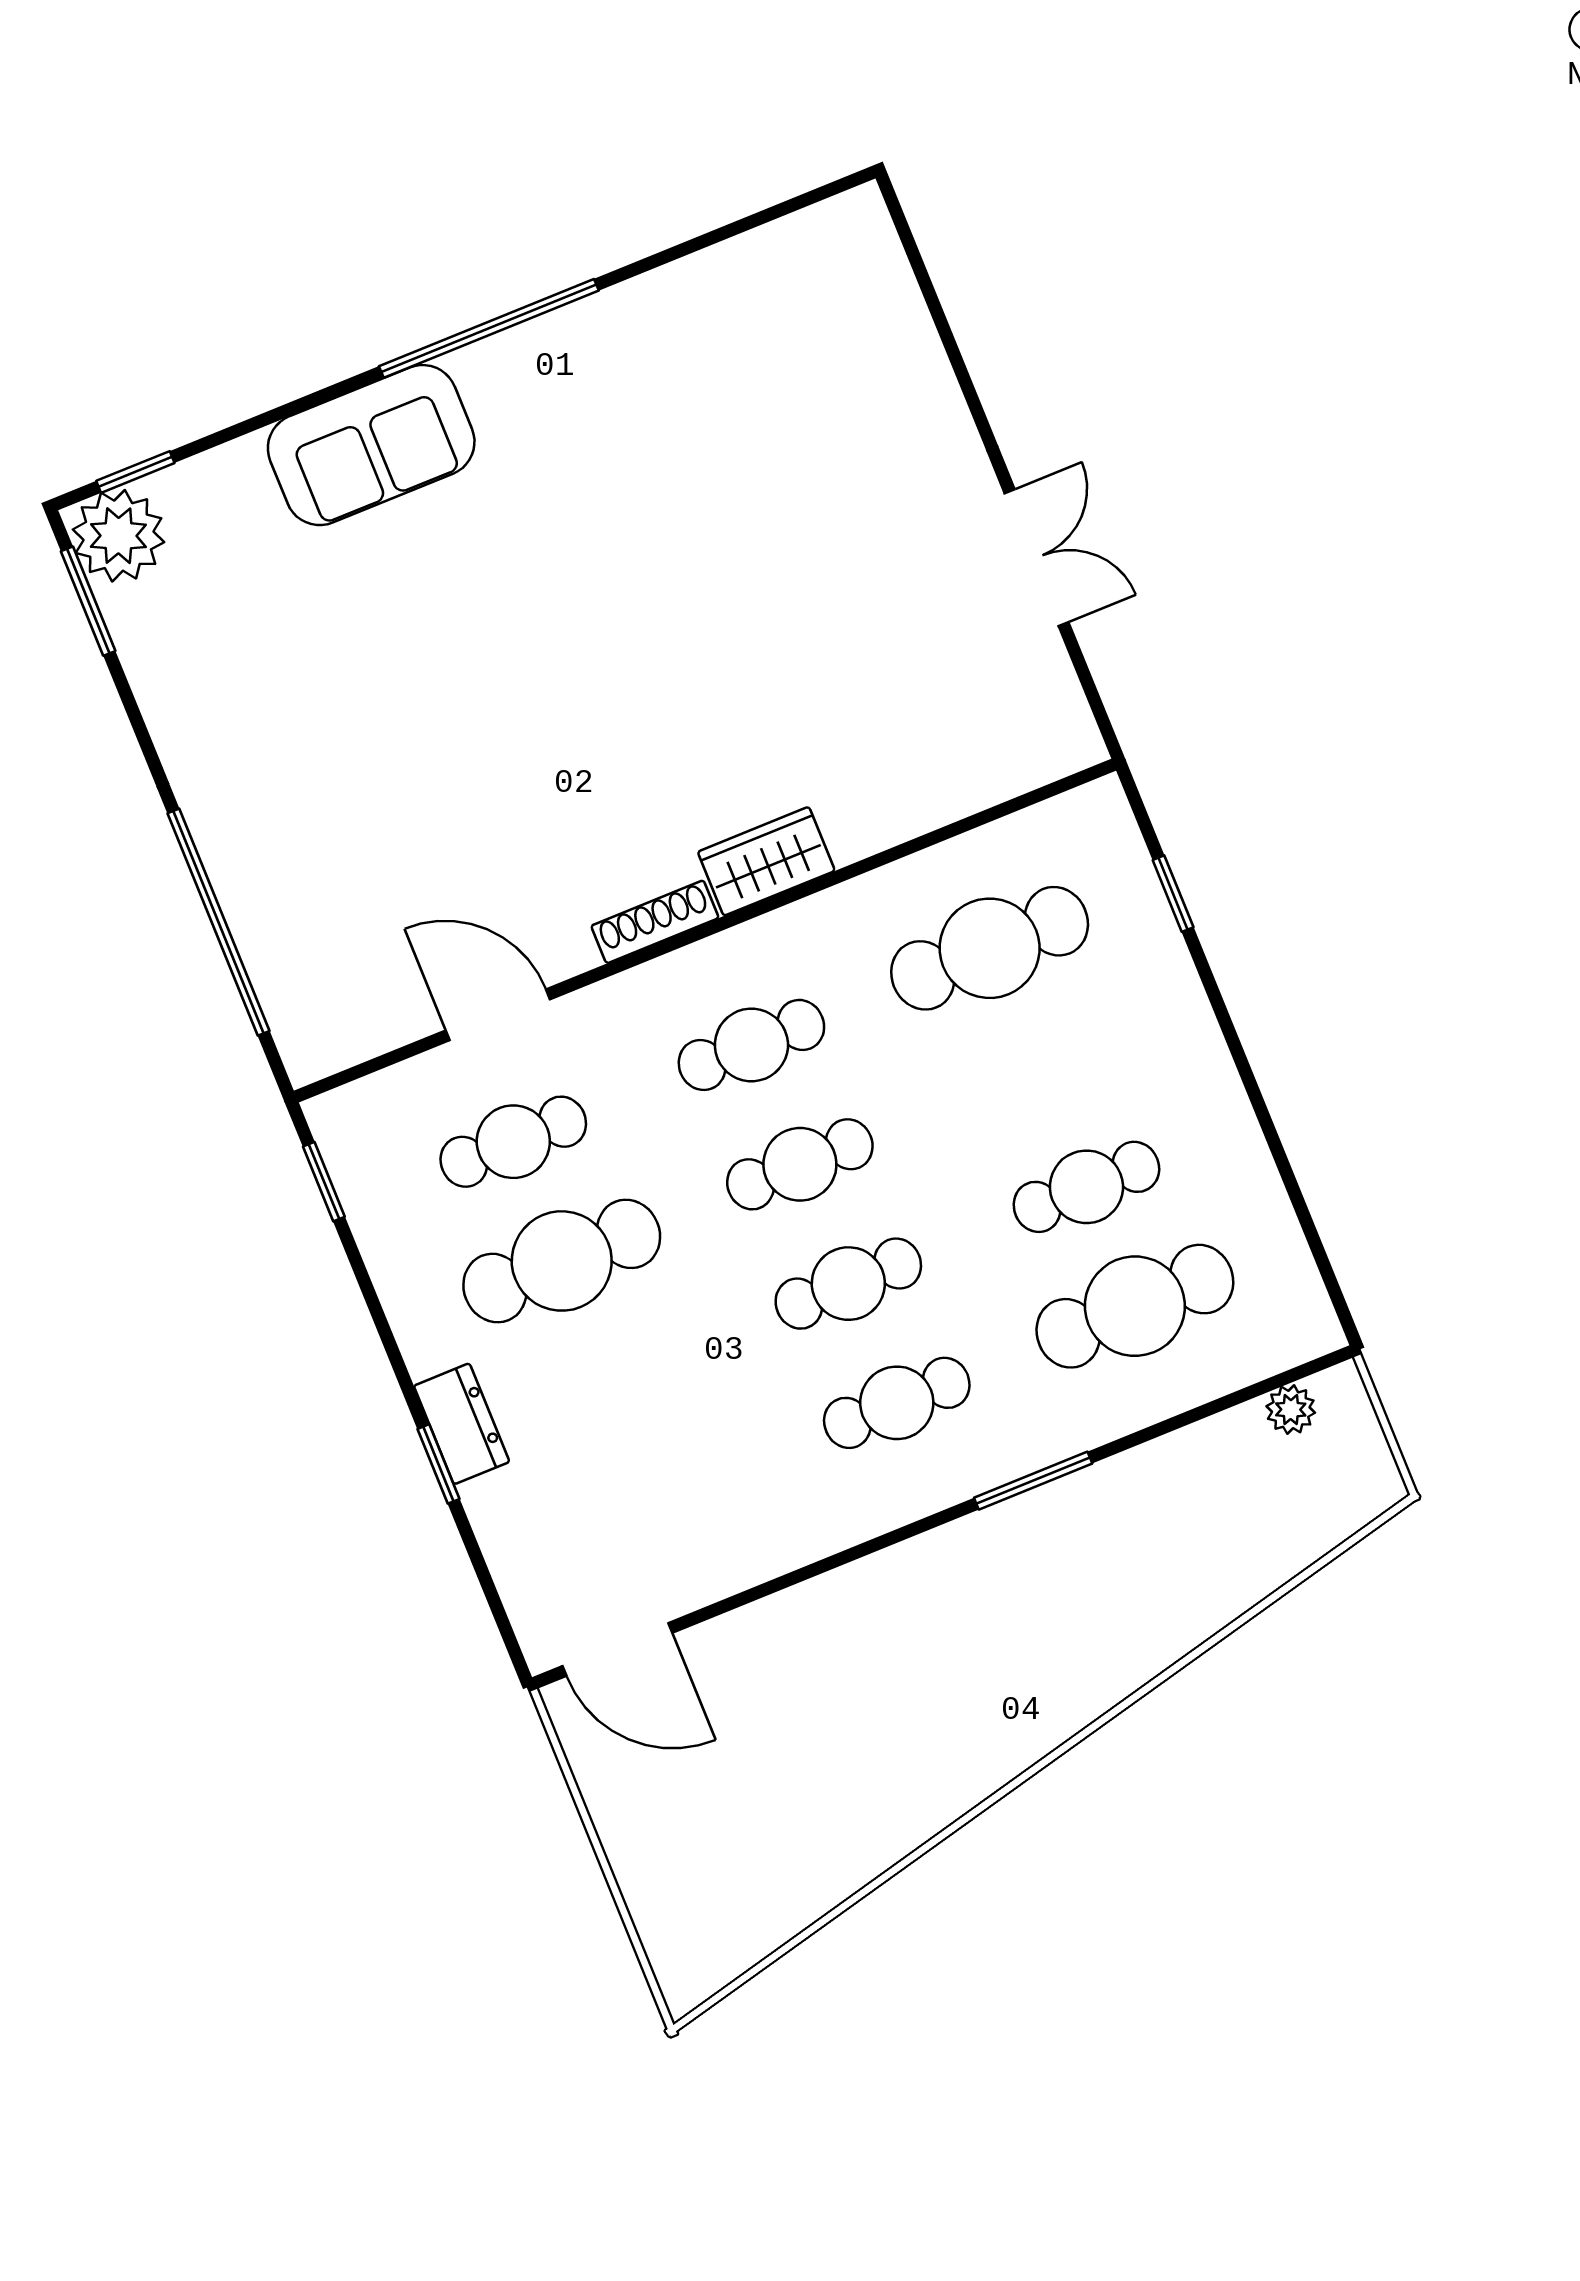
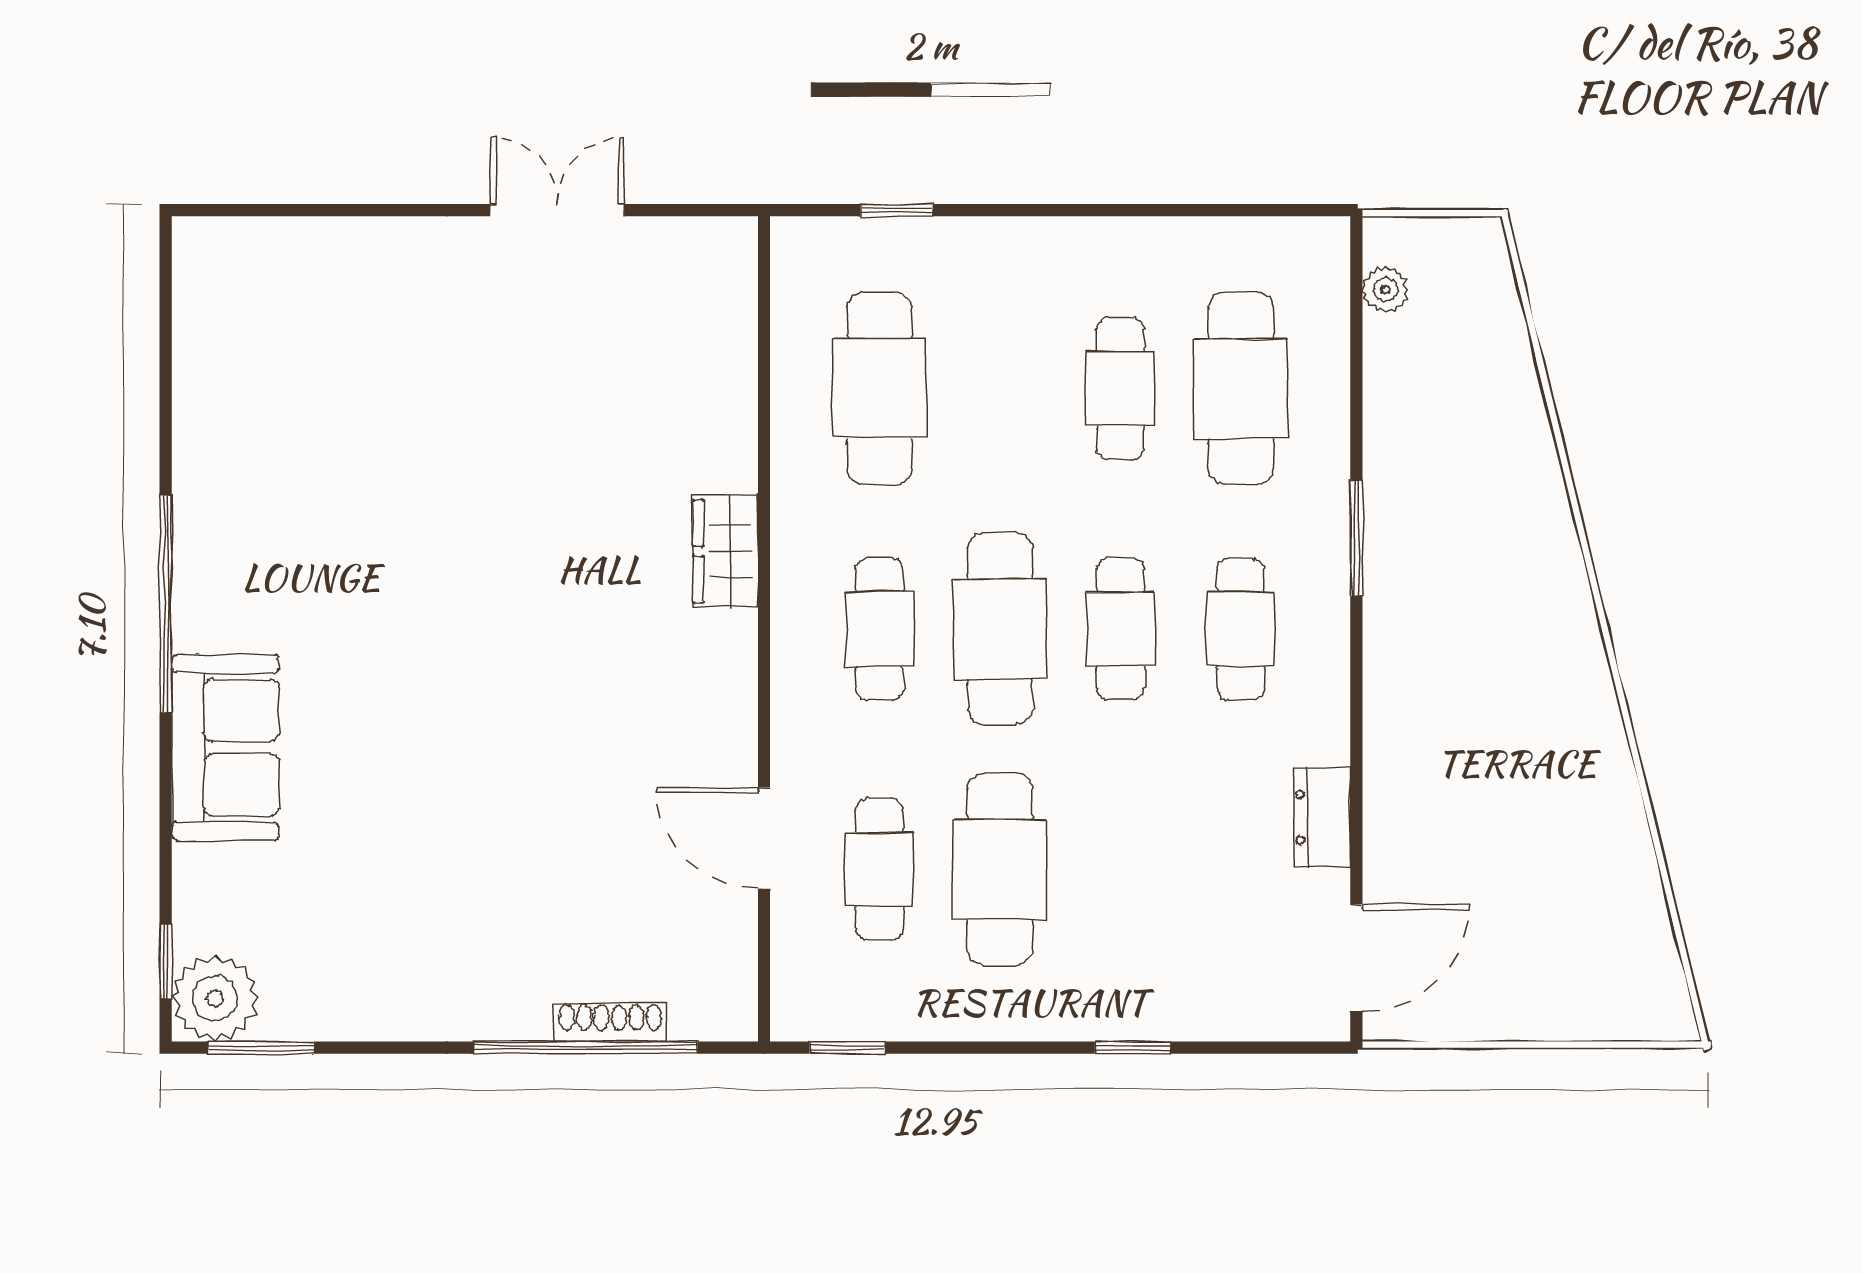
shoe rack: (655, 922) -> (610, 1022), moved, turned 90
door: (498, 1015) -> (764, 838), hinge flipped
cafe table: (800, 1164) -> (1000, 629), width x1.37, depth x1.35
dresser: (462, 1424) -> (1322, 817), moved, turned -90

